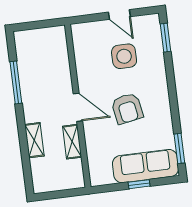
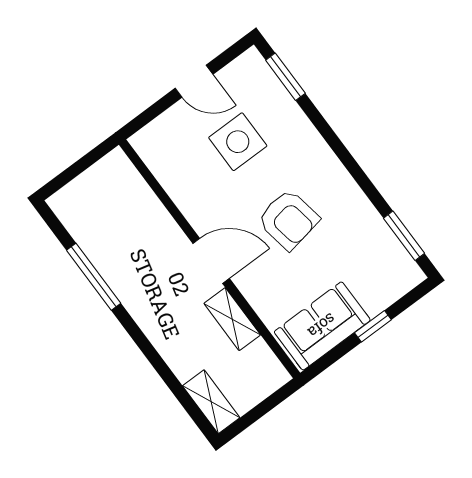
shelving: (34, 140) -> (211, 402), moved
sofa: (146, 166) -> (322, 326), moved, width x0.73

